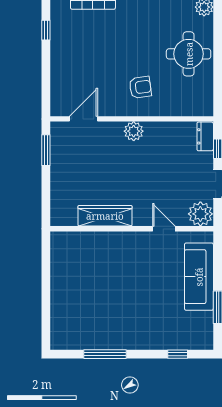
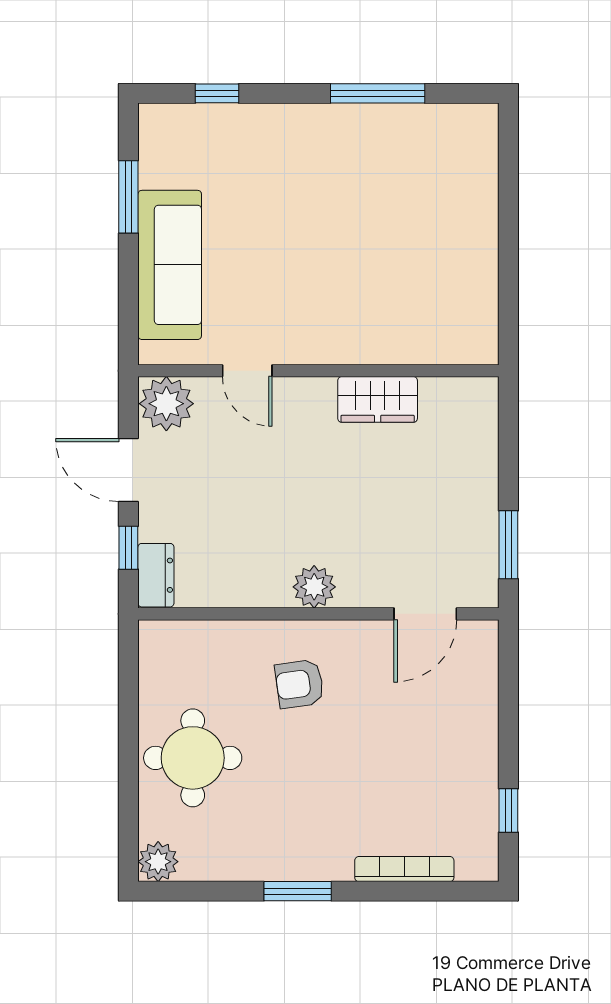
wardrobe: (105, 216) -> (378, 399), width x0.67

